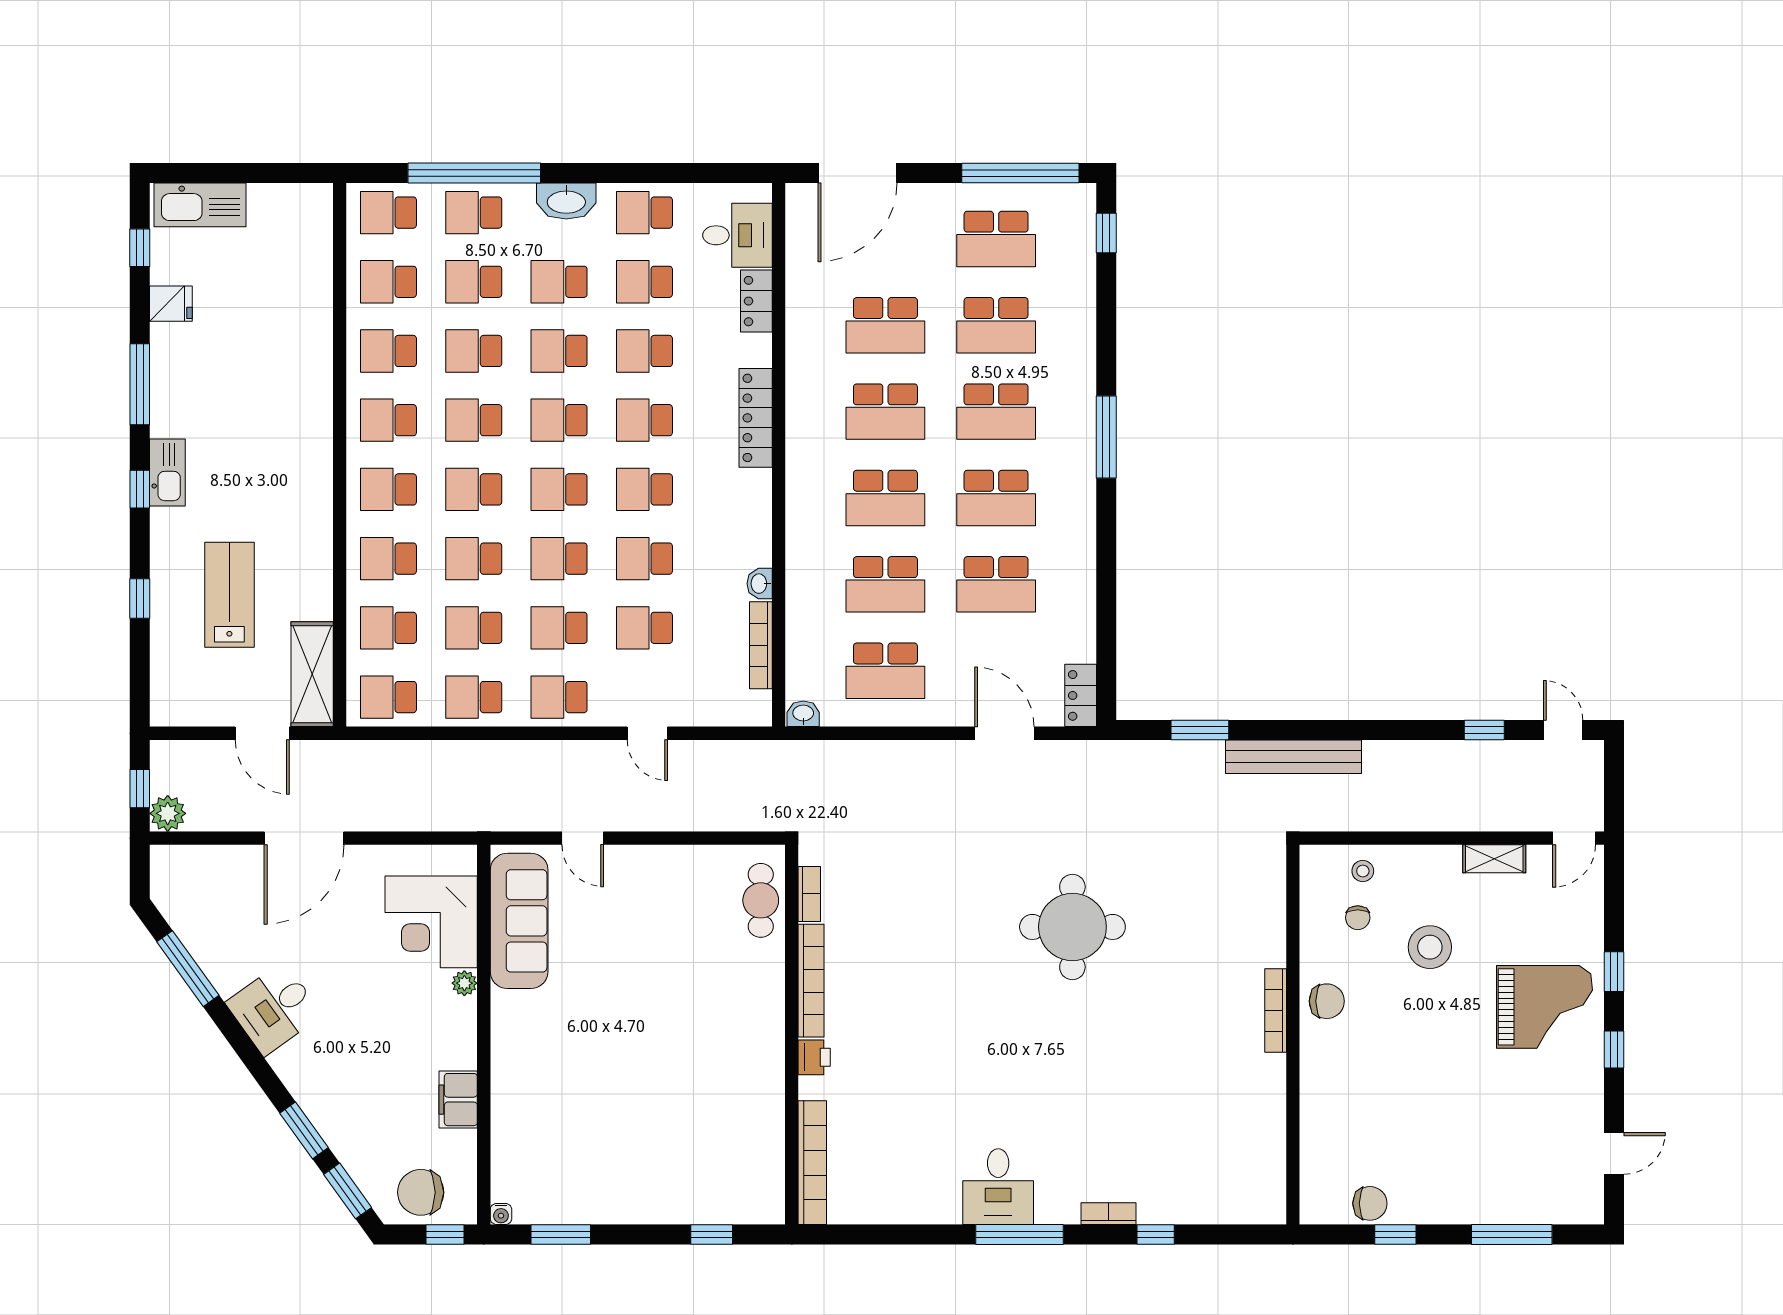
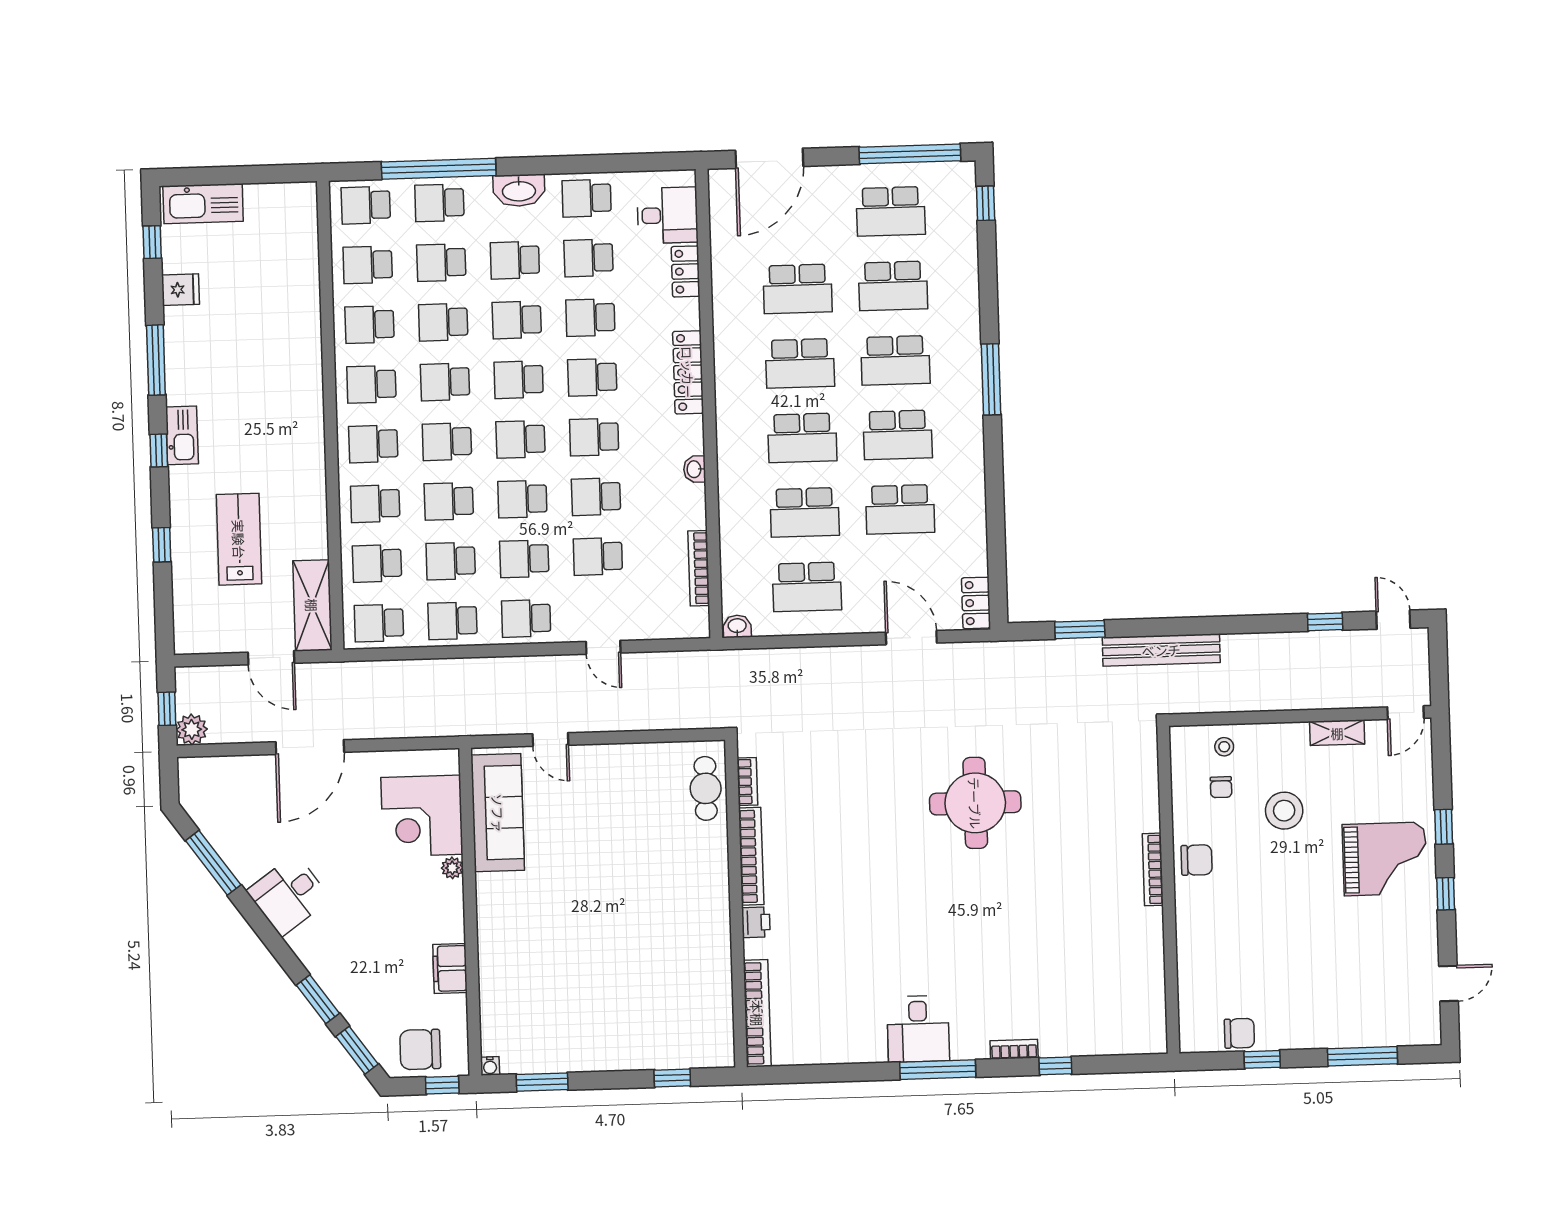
washbasin: (760, 584) -> (695, 469), moved

